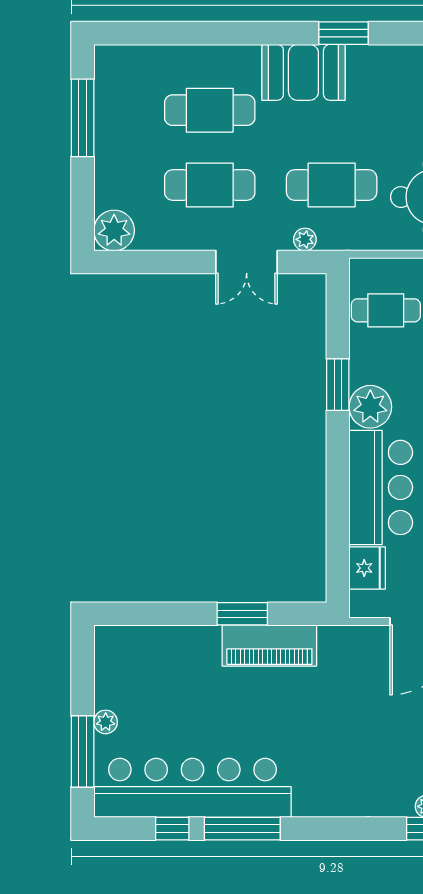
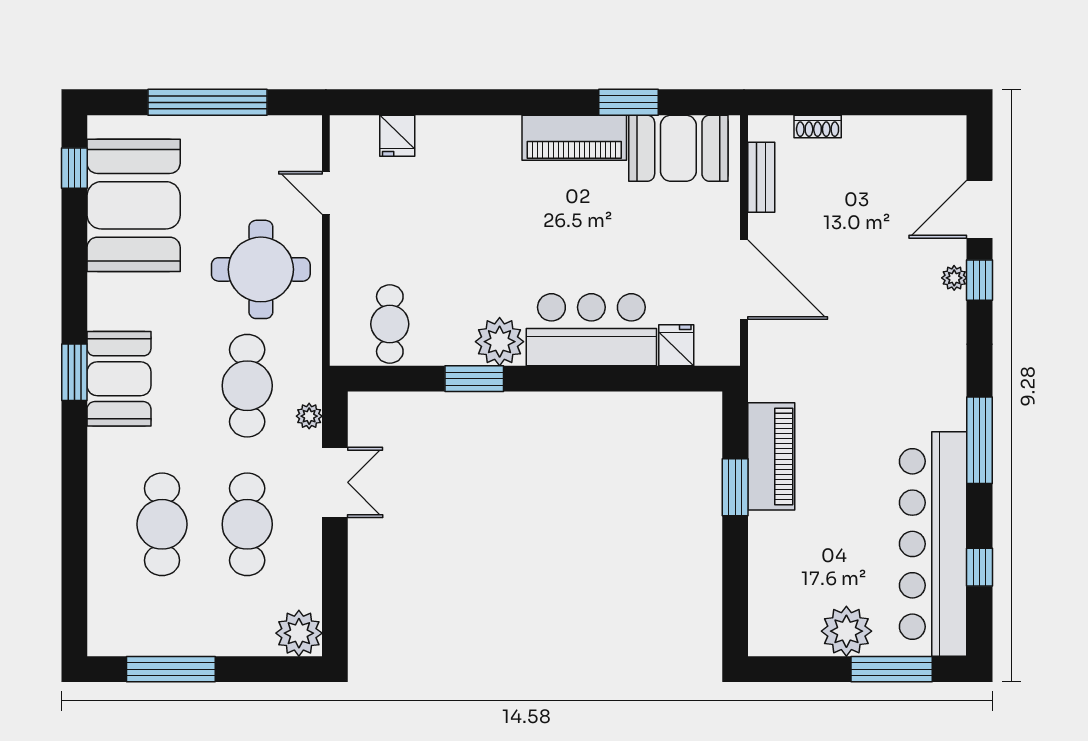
booth: (303, 72) -> (119, 379), moved
fridge: (367, 568) -> (676, 345), width x0.72
plant: (106, 722) -> (846, 631), width x1.87, depth x1.87
window: (242, 829) -> (980, 440), moved

